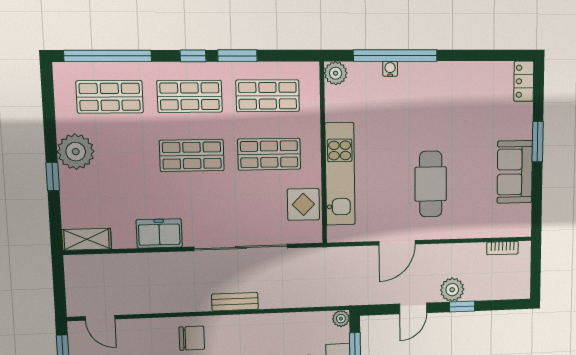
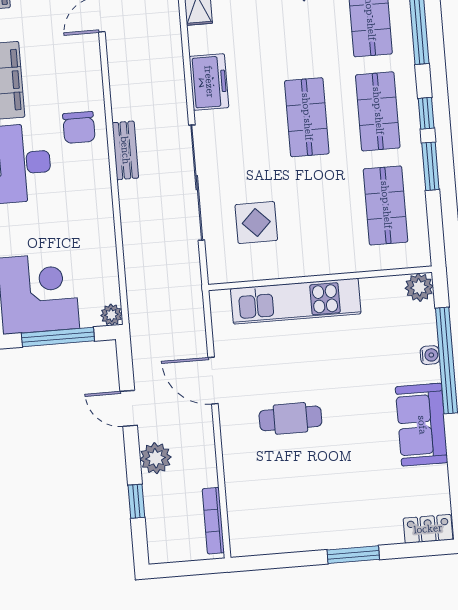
shop shelf: (269, 154) -> (315, 211), removed
sofa: (515, 172) -> (422, 425), moved, turned -90
cafe table: (431, 184) -> (290, 418), width x0.73, depth x0.74
display table: (303, 204) -> (256, 223), moved
bookcase: (502, 248) -> (213, 521), width x1.56
bench: (235, 302) -> (125, 150), moved
window: (462, 306) -> (136, 501), moved

